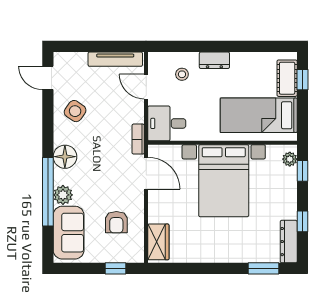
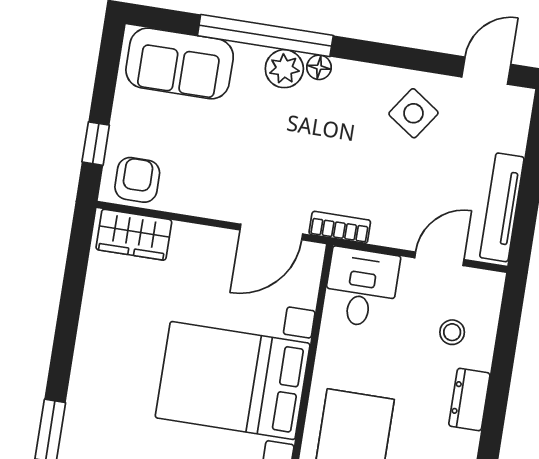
floor lamp: (65, 157) -> (319, 67), width x0.53, depth x0.53
plant: (63, 195) -> (284, 69), moved
armchair: (116, 222) -> (137, 180), moved, turned 90

